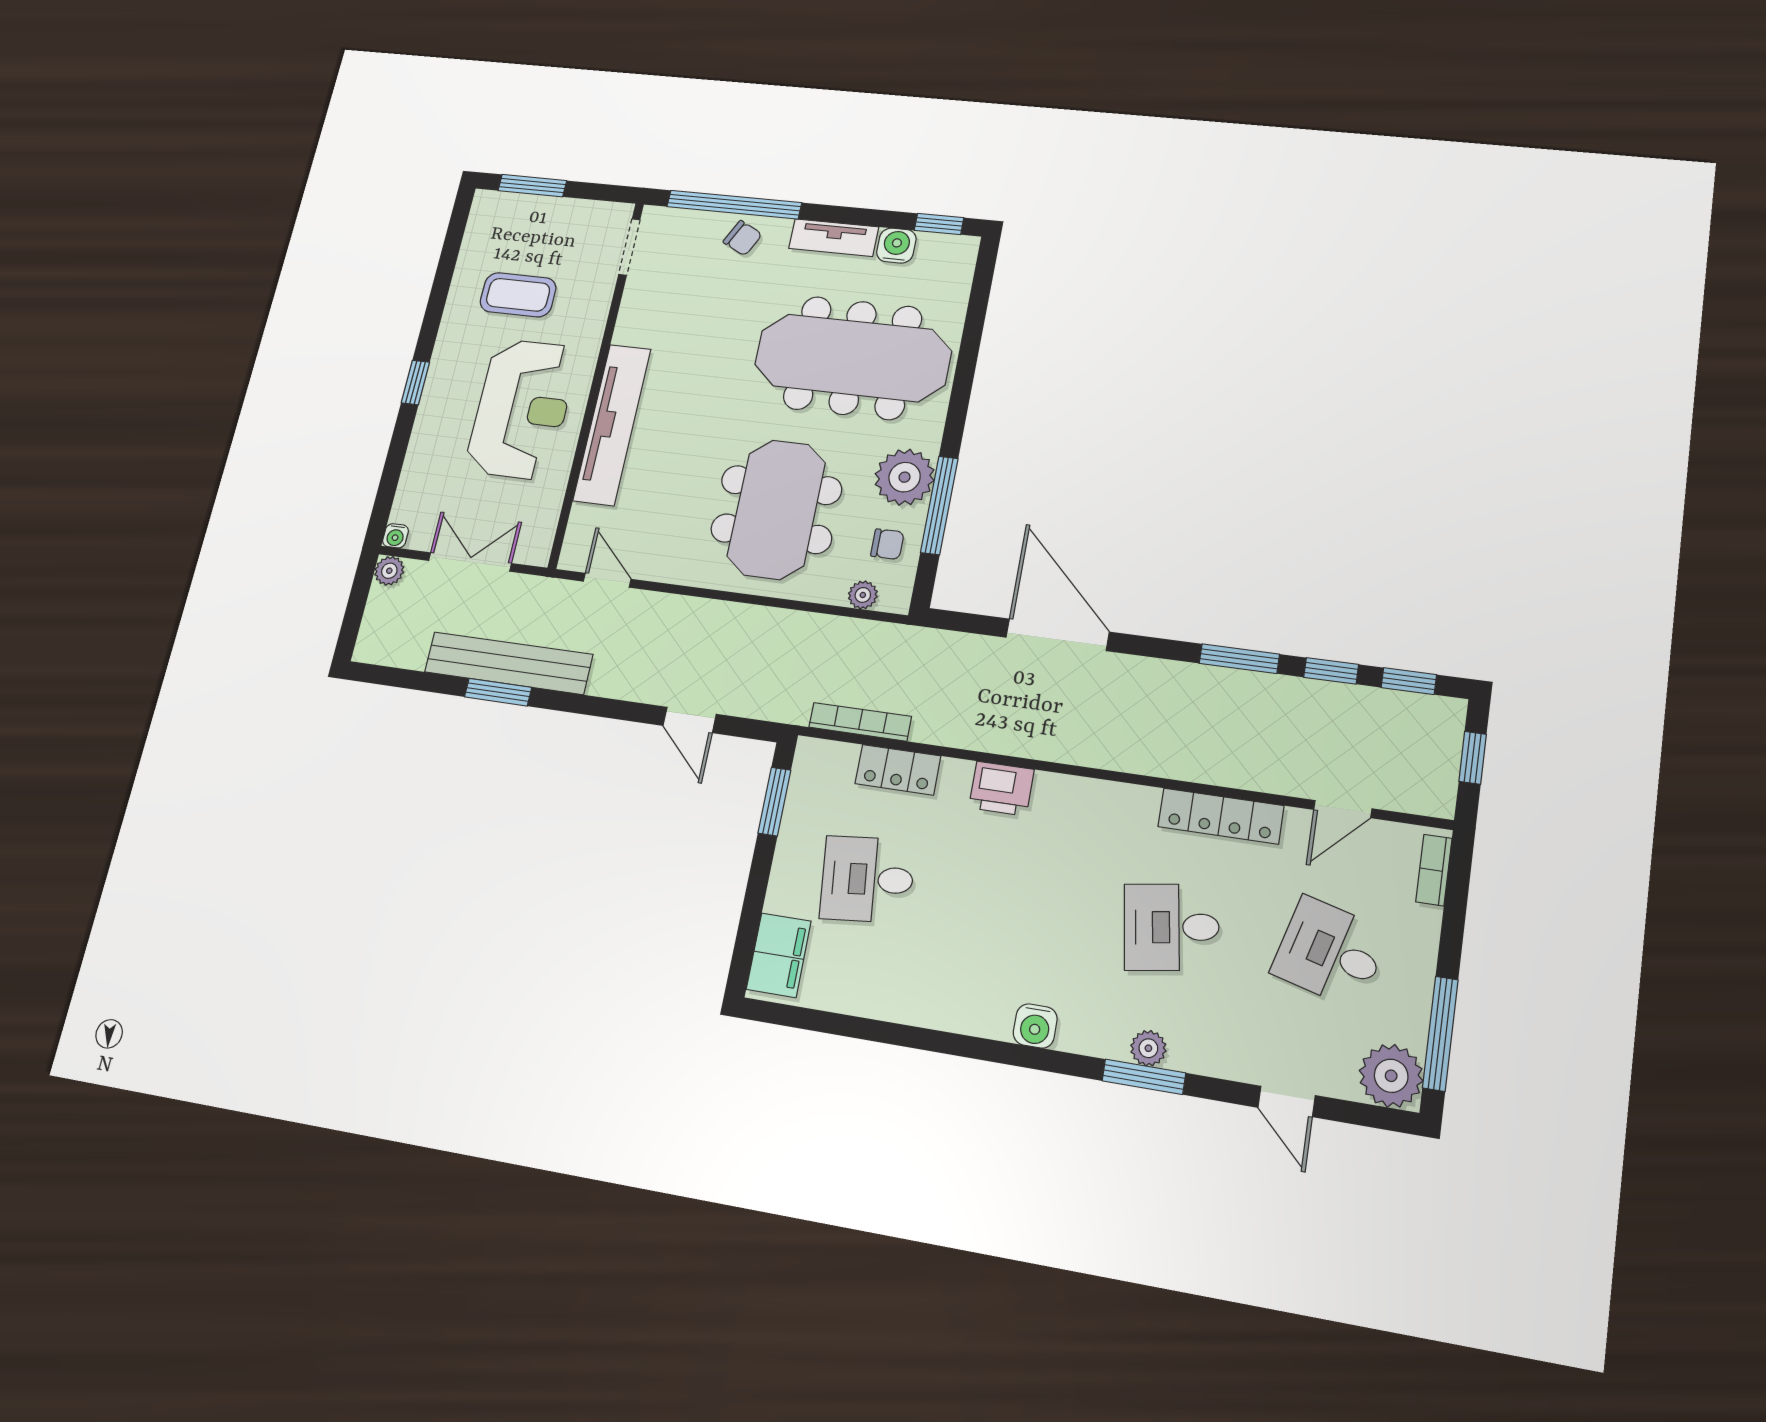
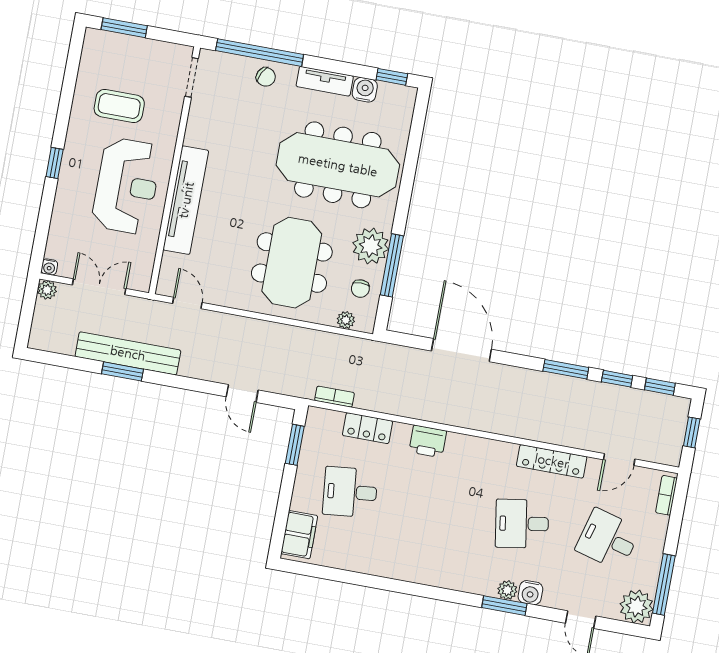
chair: (887, 544) -> (360, 289), turned 90
bookcase: (860, 722) -> (335, 397), width x0.64
water cooler: (1035, 1026) -> (530, 593), moved

